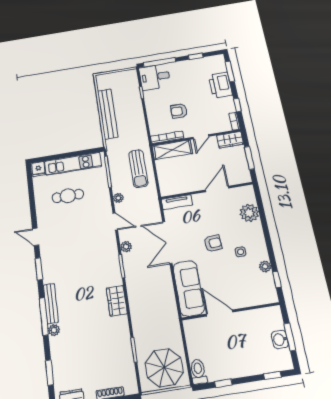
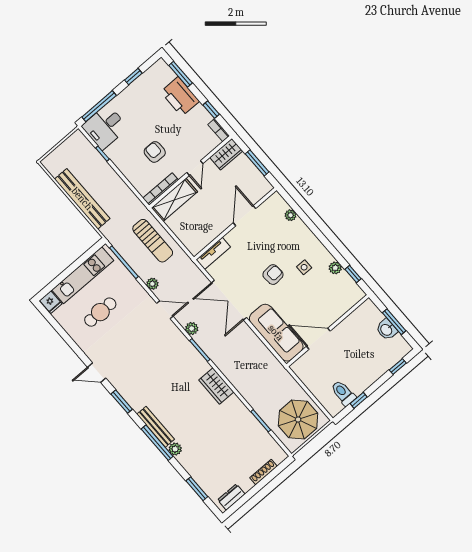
armchair: (179, 111) -> (155, 152), turned 90
plant: (249, 213) -> (291, 215), width x0.53, depth x0.53
toilet: (198, 372) -> (343, 393), moved

